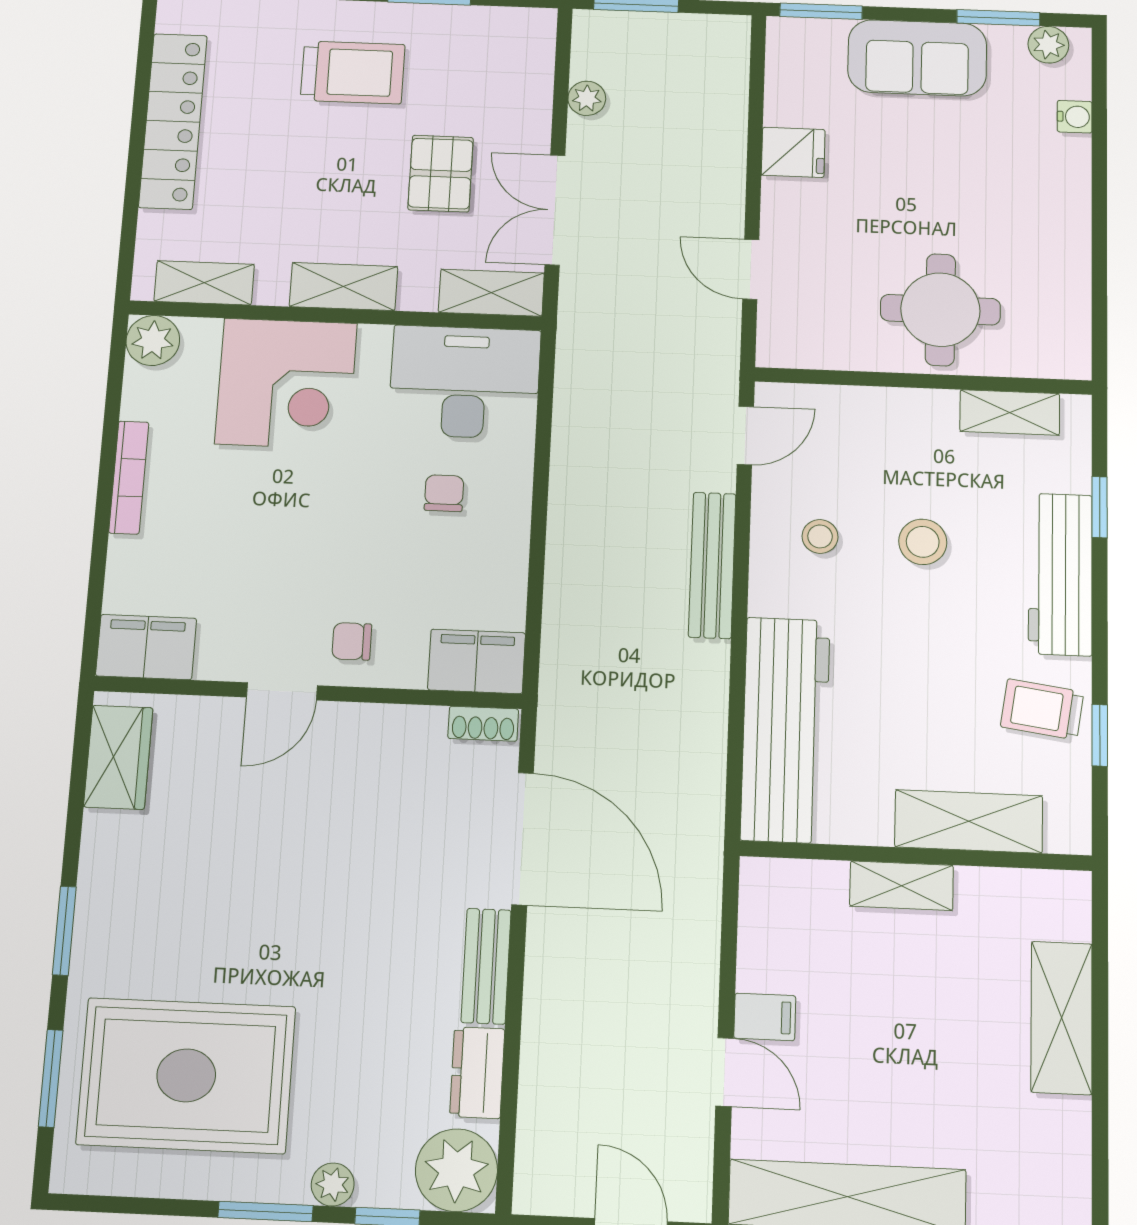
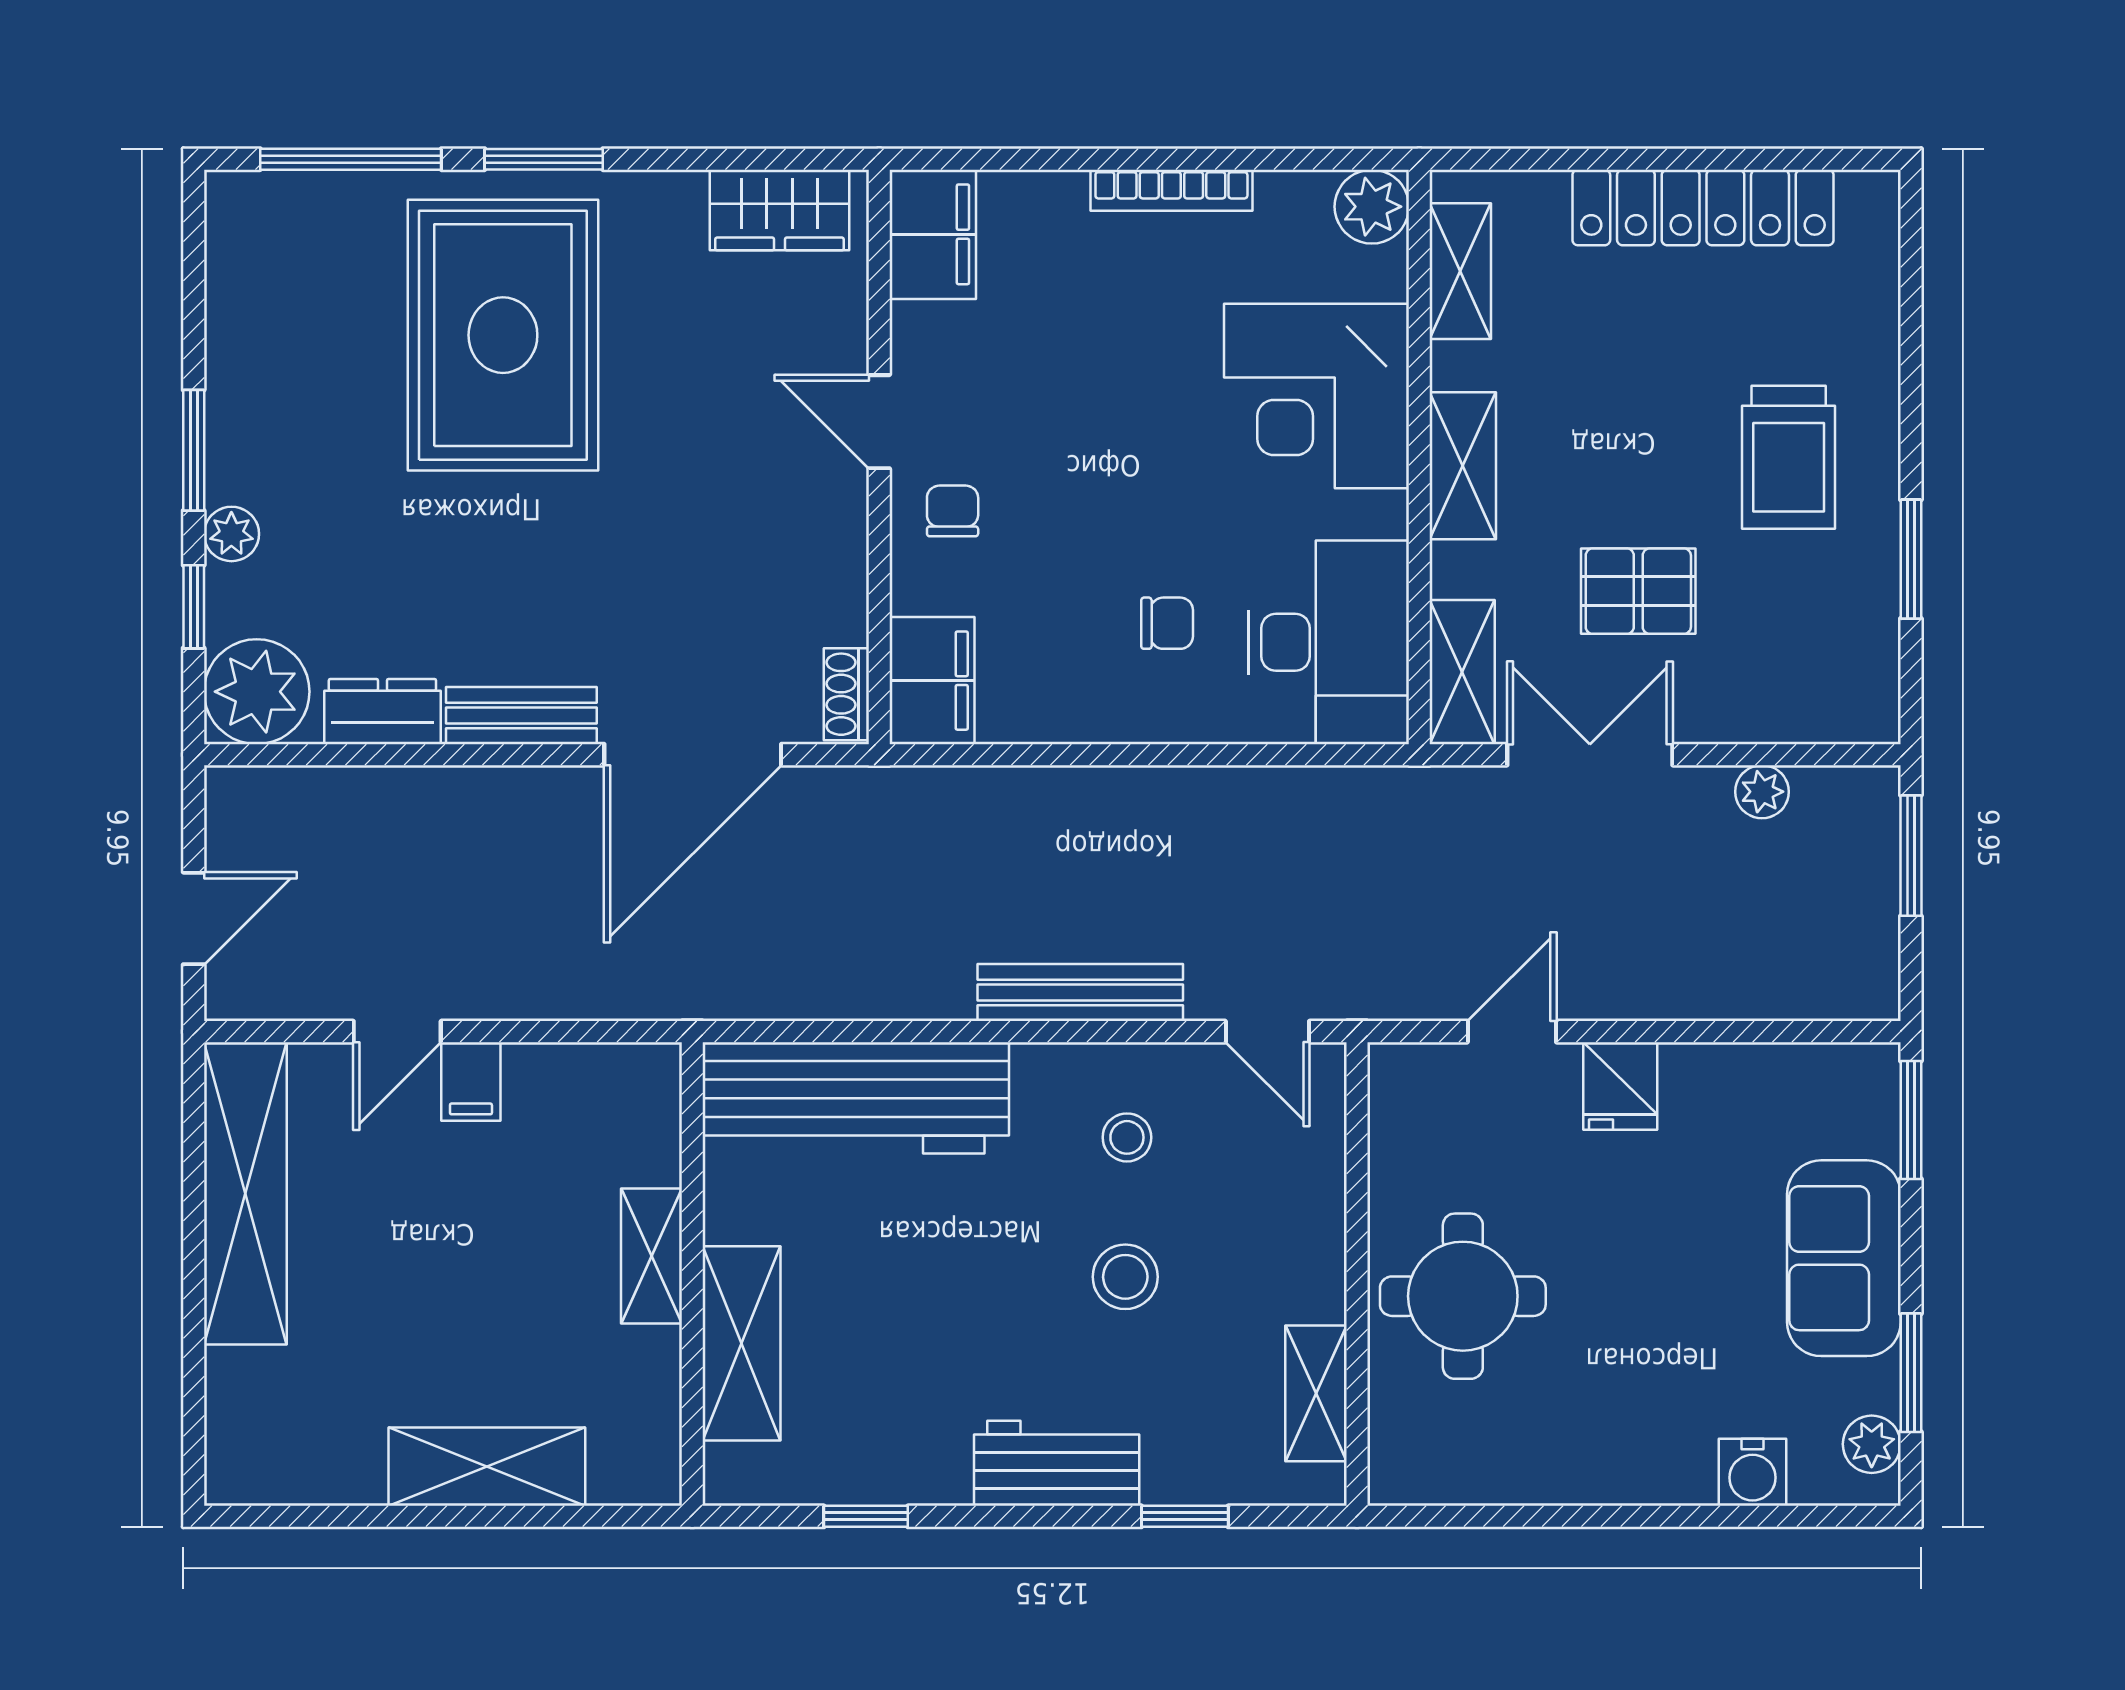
water cooler: (1075, 117) -> (1753, 1472), width x1.38, depth x1.38
fridge: (793, 152) -> (1620, 1086), moved
workbench: (1060, 574) -> (1057, 1463), width x0.73
trolley: (1042, 709) -> (898, 1440), removed
rug: (186, 1075) -> (503, 335), moved
window: (51, 1078) -> (351, 159), width x1.44

